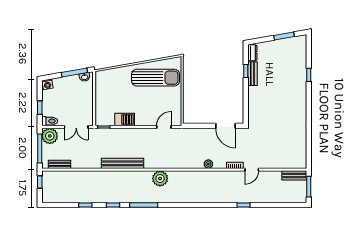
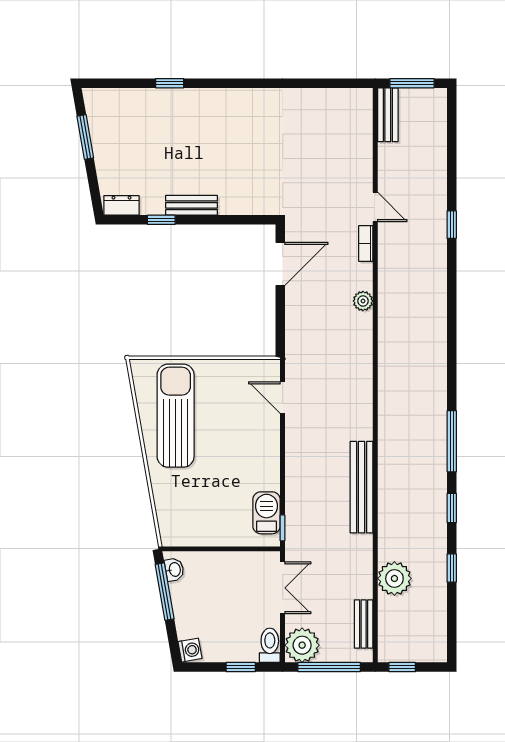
bench: (252, 74) -> (192, 205), moved
barbecue: (125, 120) -> (267, 513), moved
plant: (160, 179) -> (394, 578), moved

